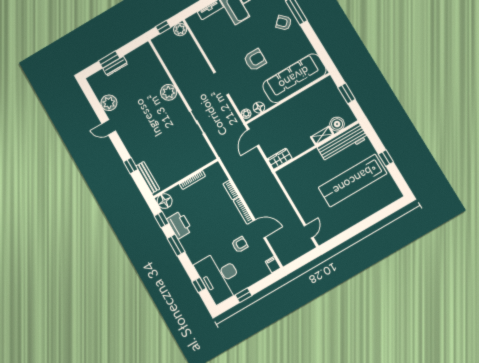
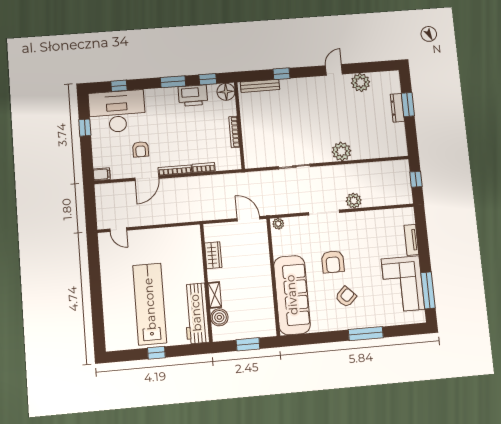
armchair: (284, 23) -> (346, 297), moved
plant: (180, 29) -> (354, 201), moved
floor lamp: (259, 107) -> (278, 241), removed
wardrobe: (280, 159) -> (213, 255), moved

